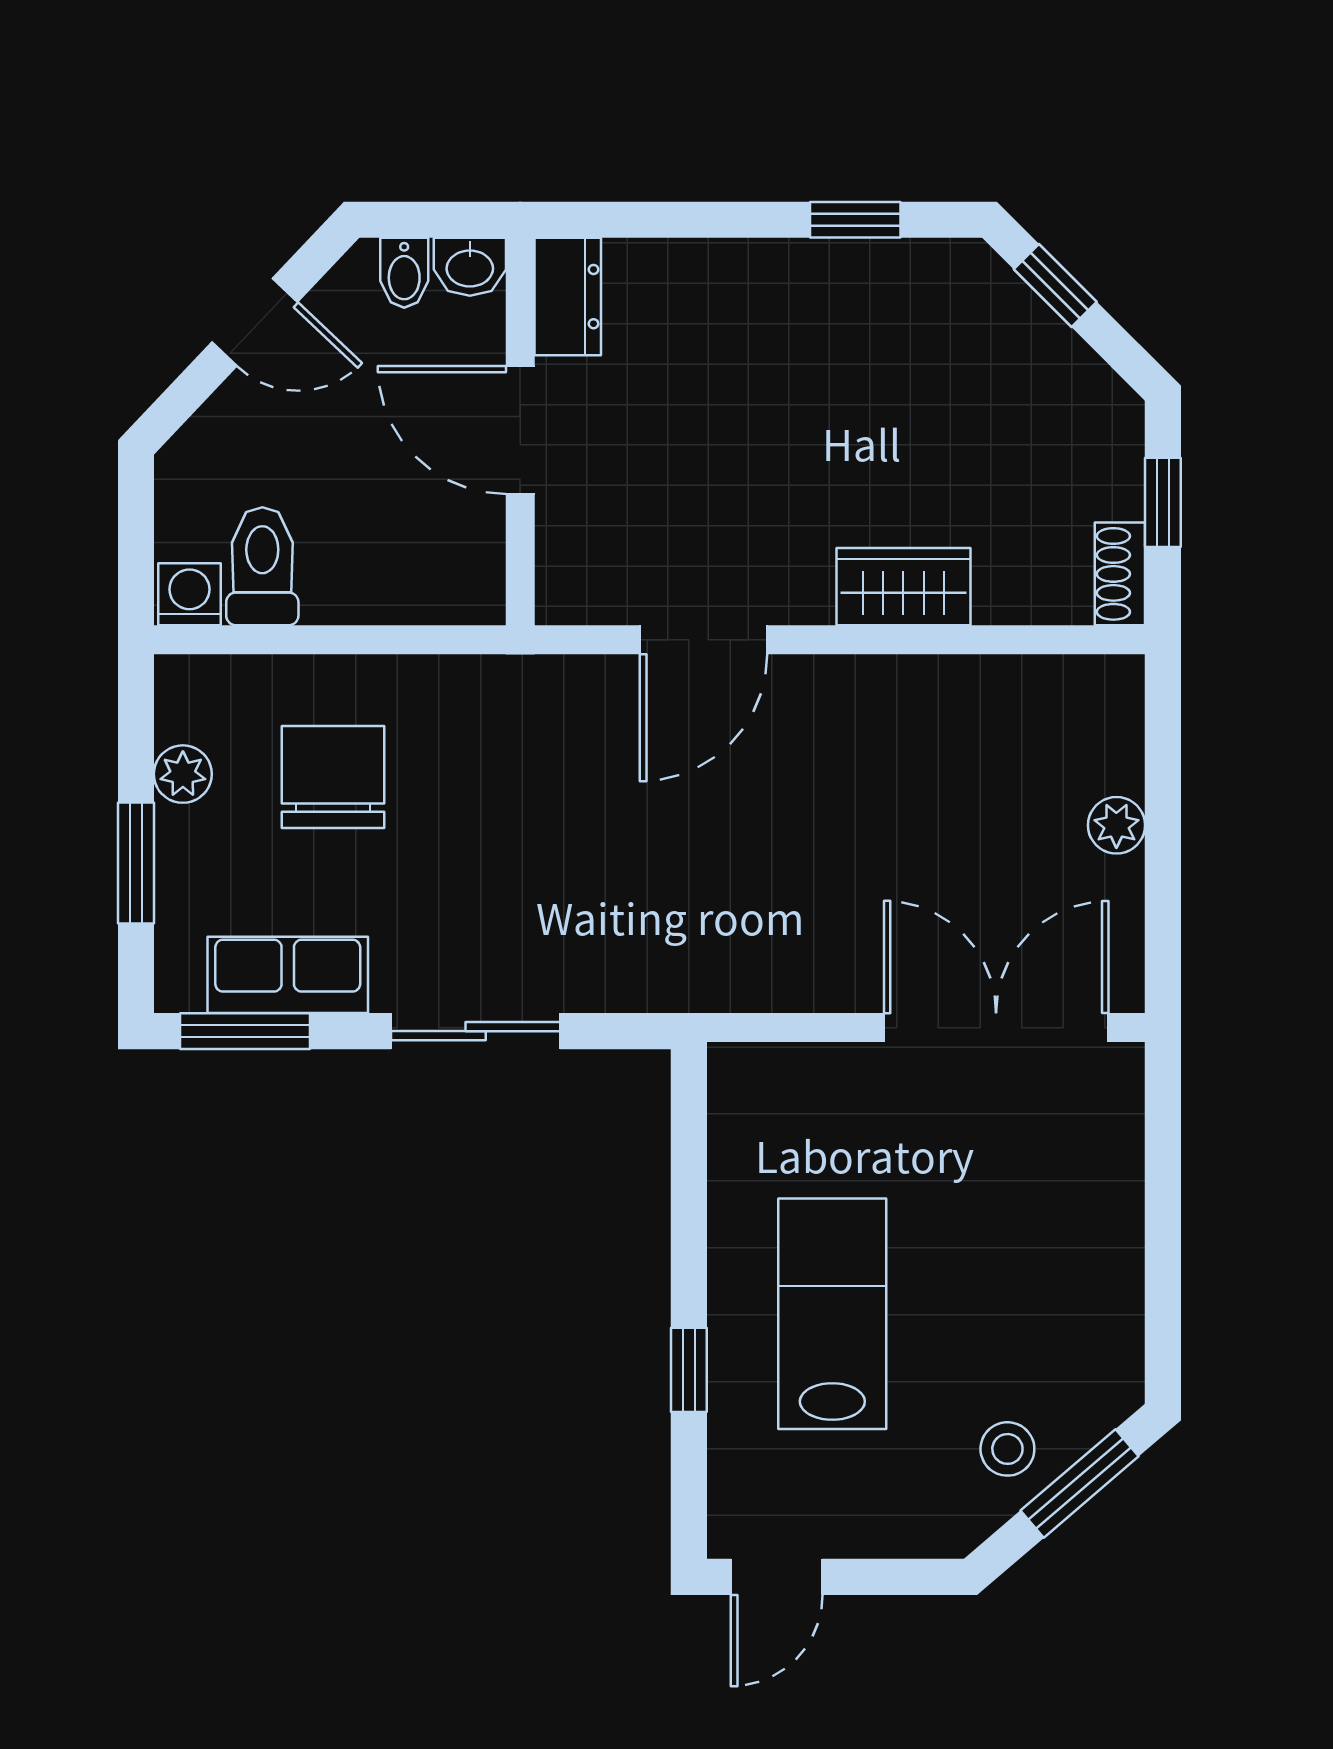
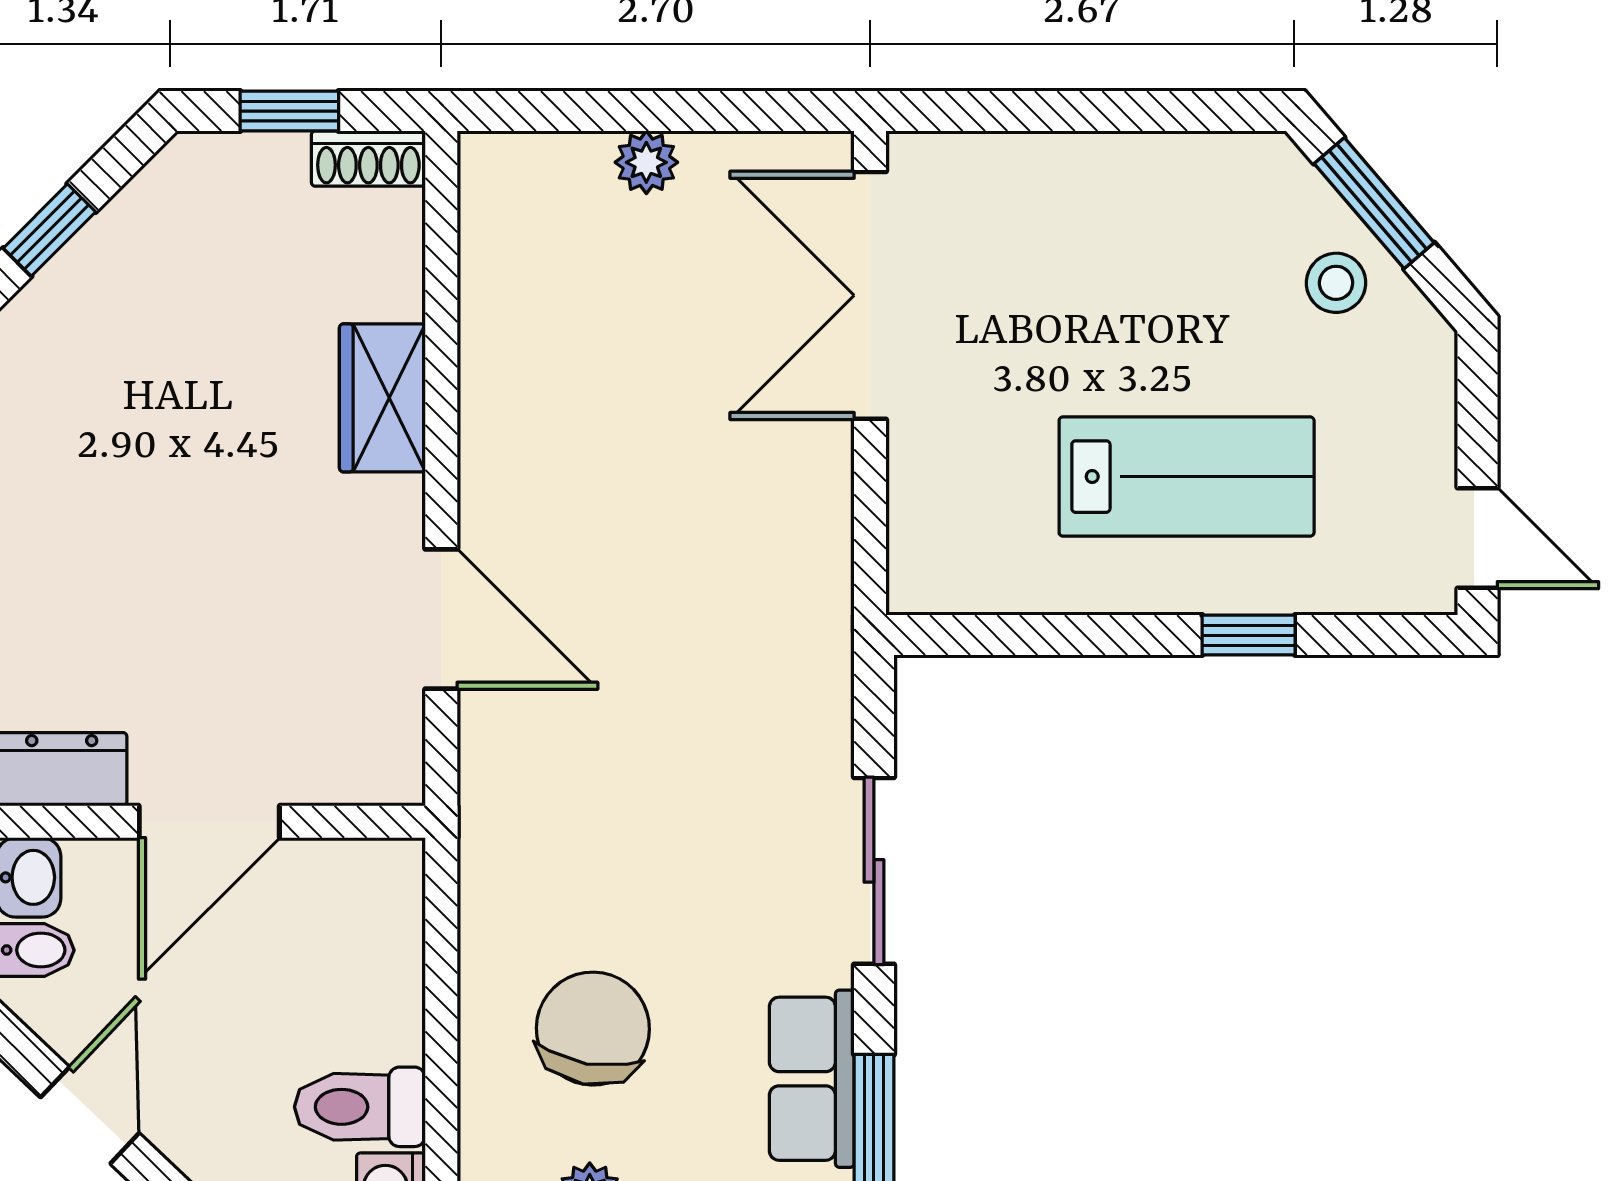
chair: (333, 777) -> (593, 1029), turned 100
lab bench: (832, 1314) -> (1187, 477), turned 180

